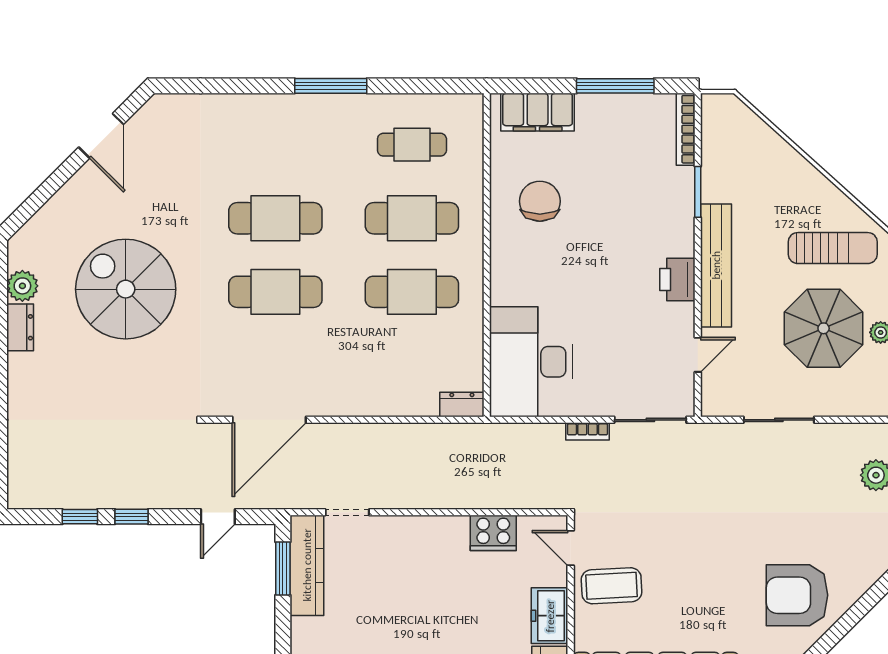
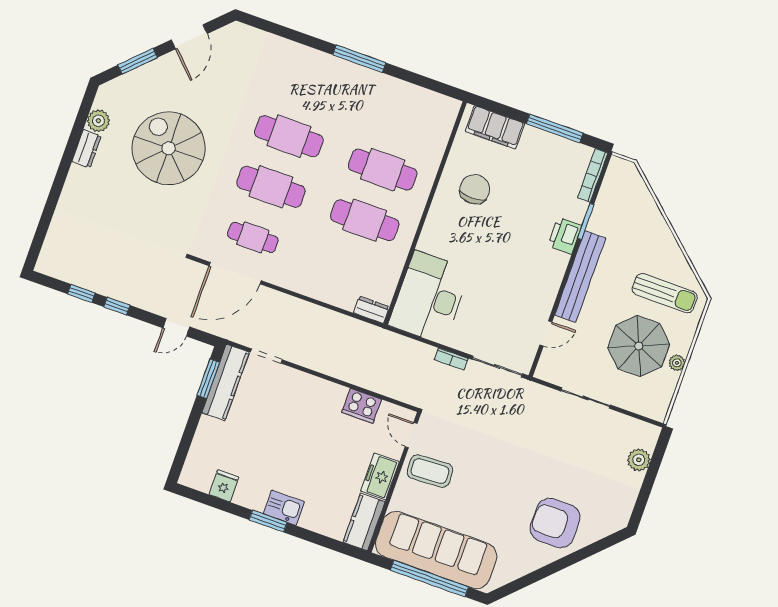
cafe table: (412, 145) -> (253, 237), moved
window: (46, 191) -> (138, 61), added
printer: (677, 279) -> (565, 236), moved

